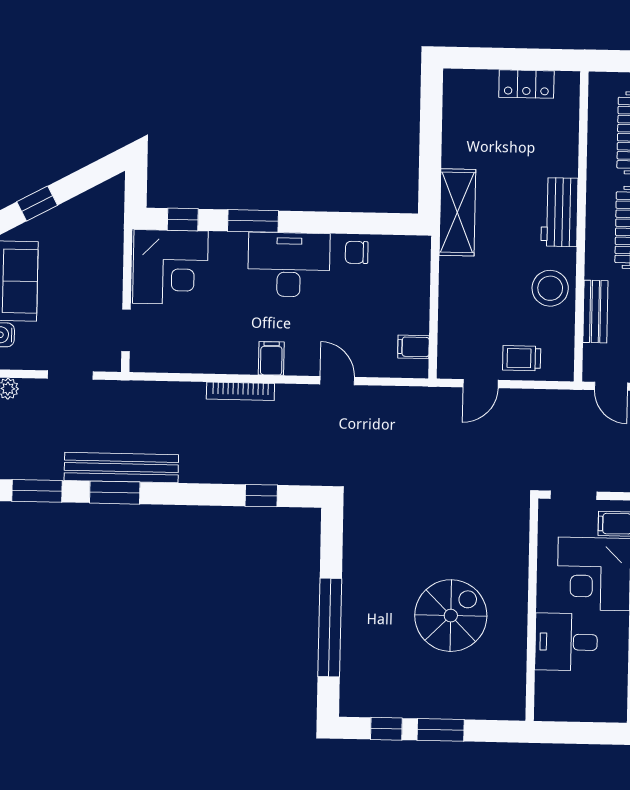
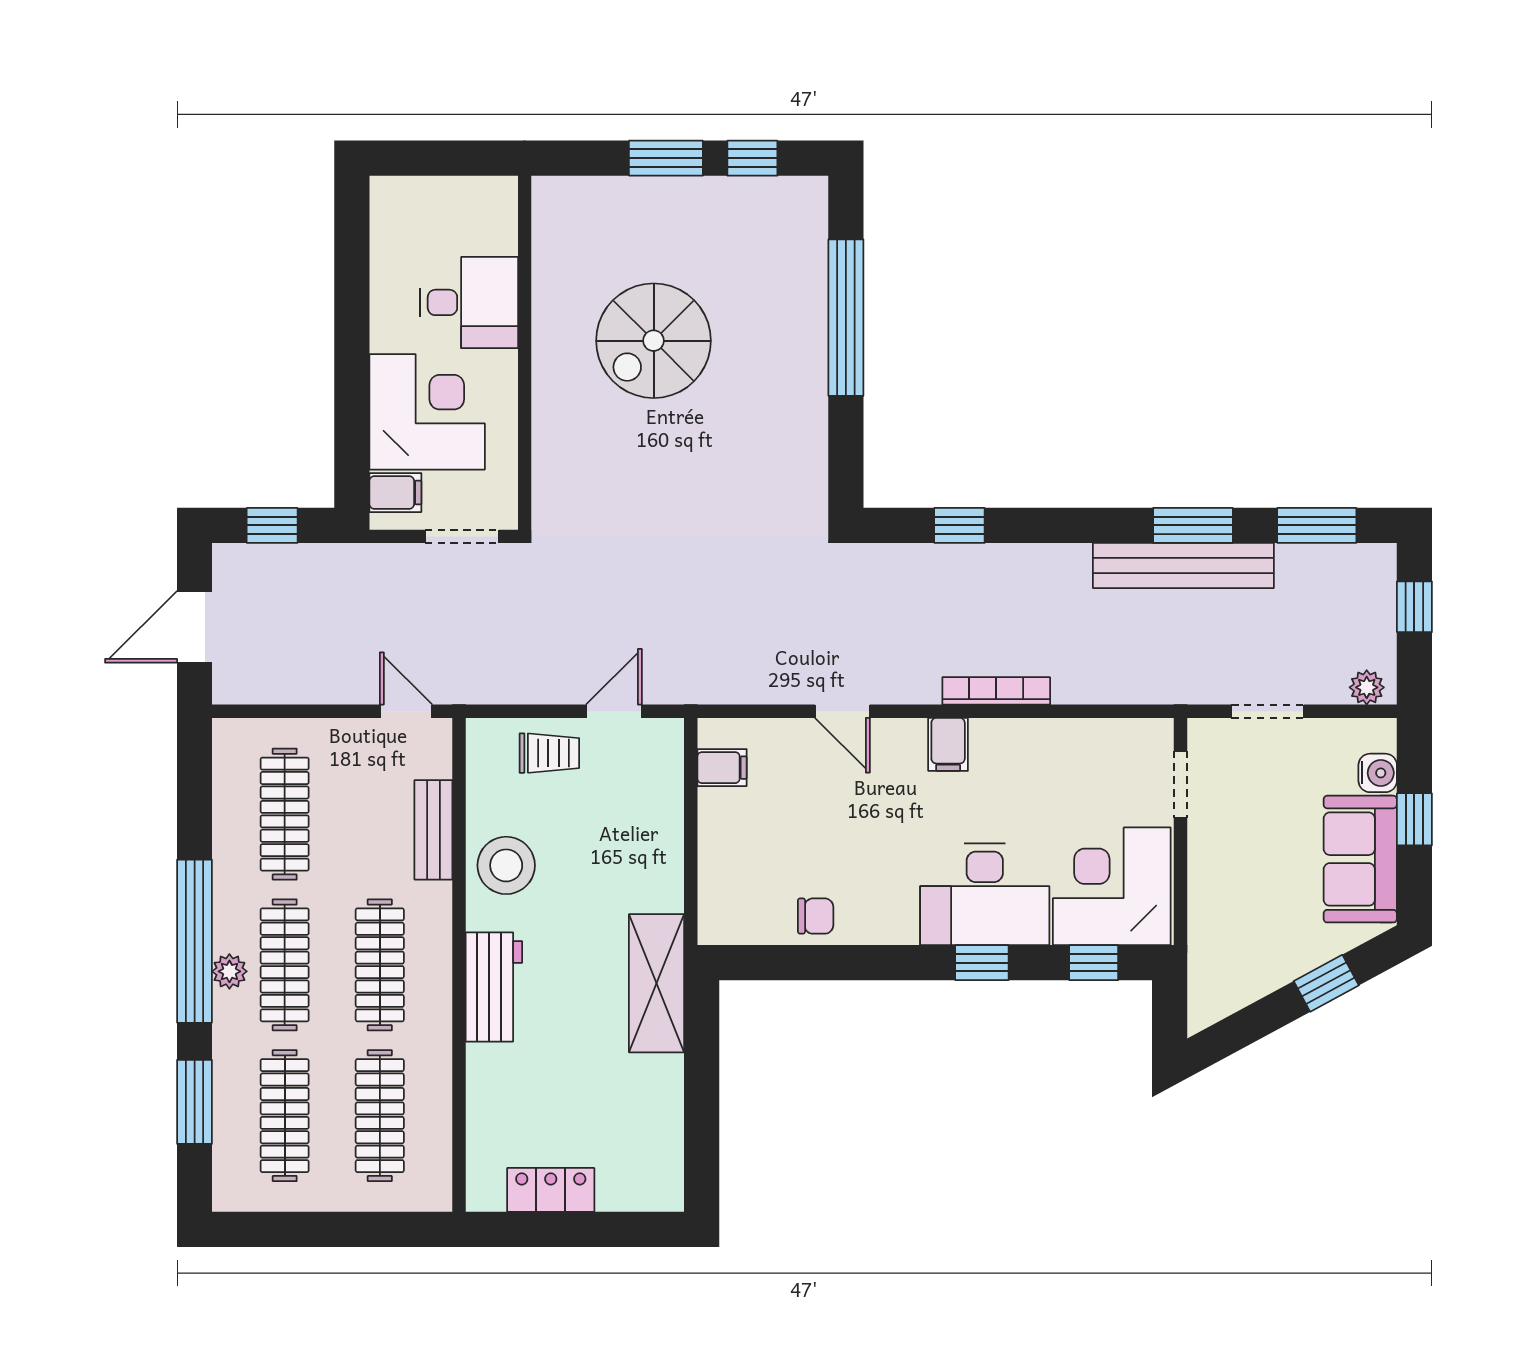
window: (253, 221) -> (982, 963), width x0.67
desk: (289, 265) -> (985, 894), moved

